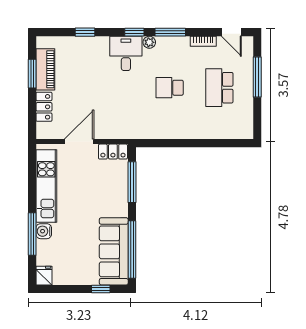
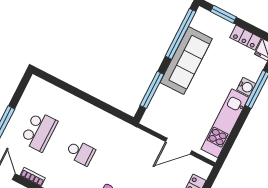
locker: (113, 152) -> (245, 38), moved, turned 180
sofa: (114, 251) -> (186, 61), moved
window: (101, 289) -> (223, 14), width x1.50

